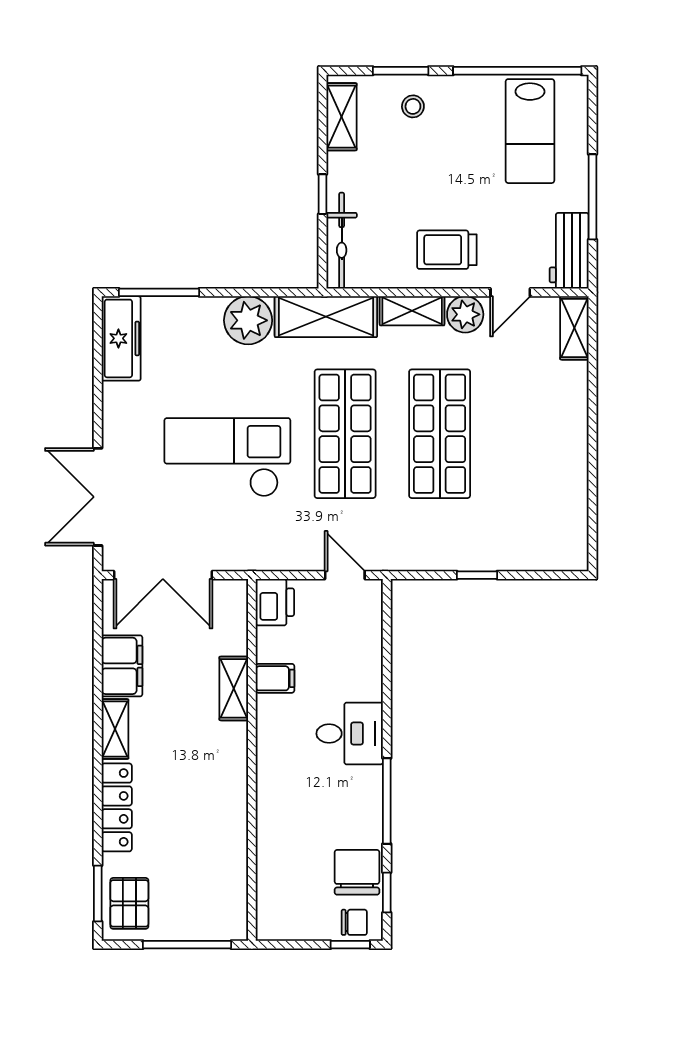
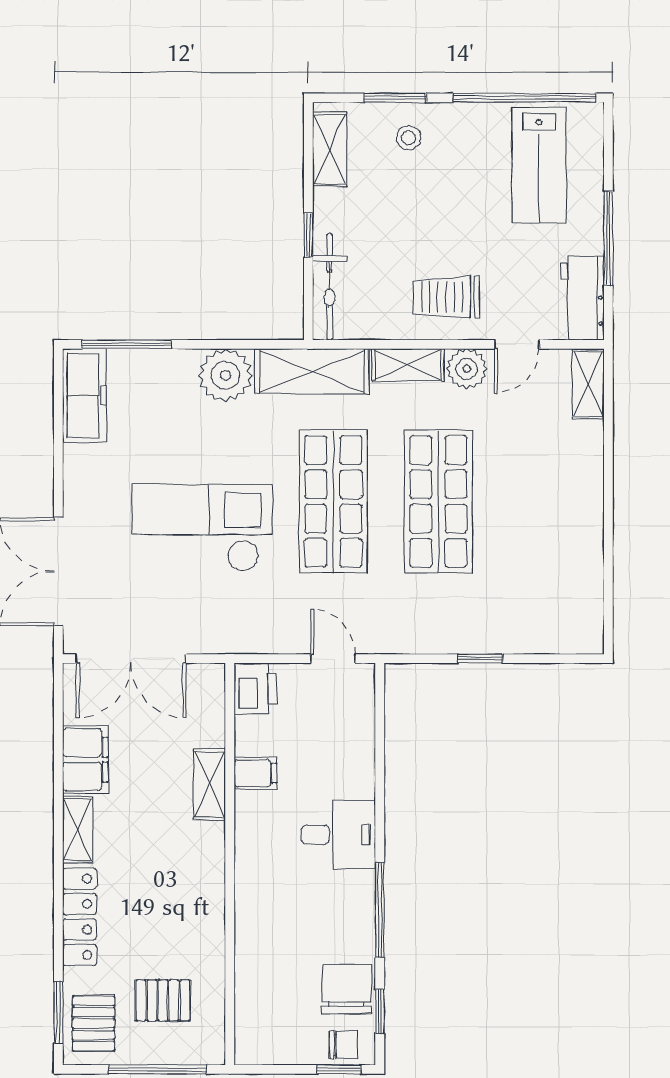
pallet: (192, 883) -> (163, 1000), added

